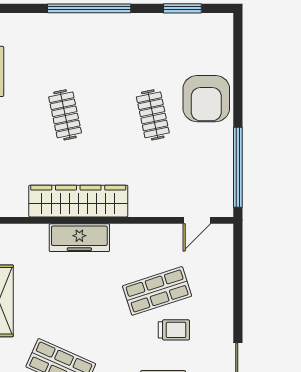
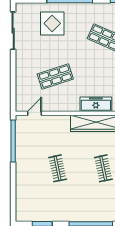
armchair: (206, 99) -> (30, 177), removed
trolley: (174, 330) -> (47, 56), removed

